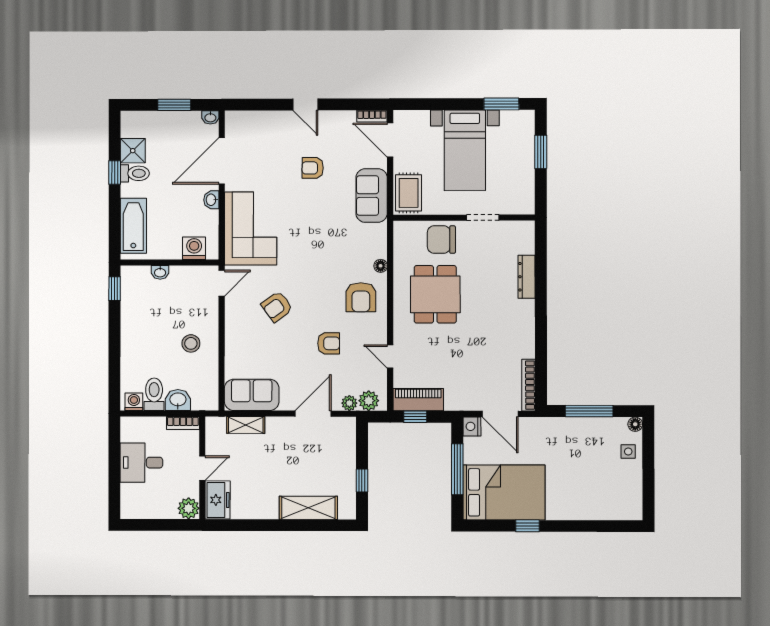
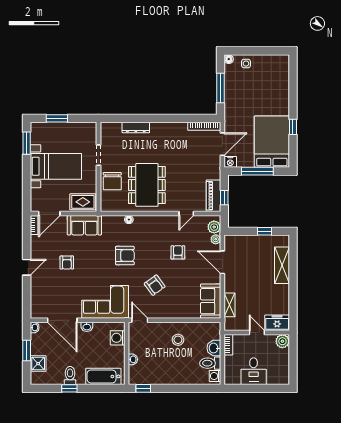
shower: (133, 151) -> (38, 364), moved
dining table: (435, 294) -> (147, 185), width x1.38
armchair: (361, 297) -> (125, 256), moved

